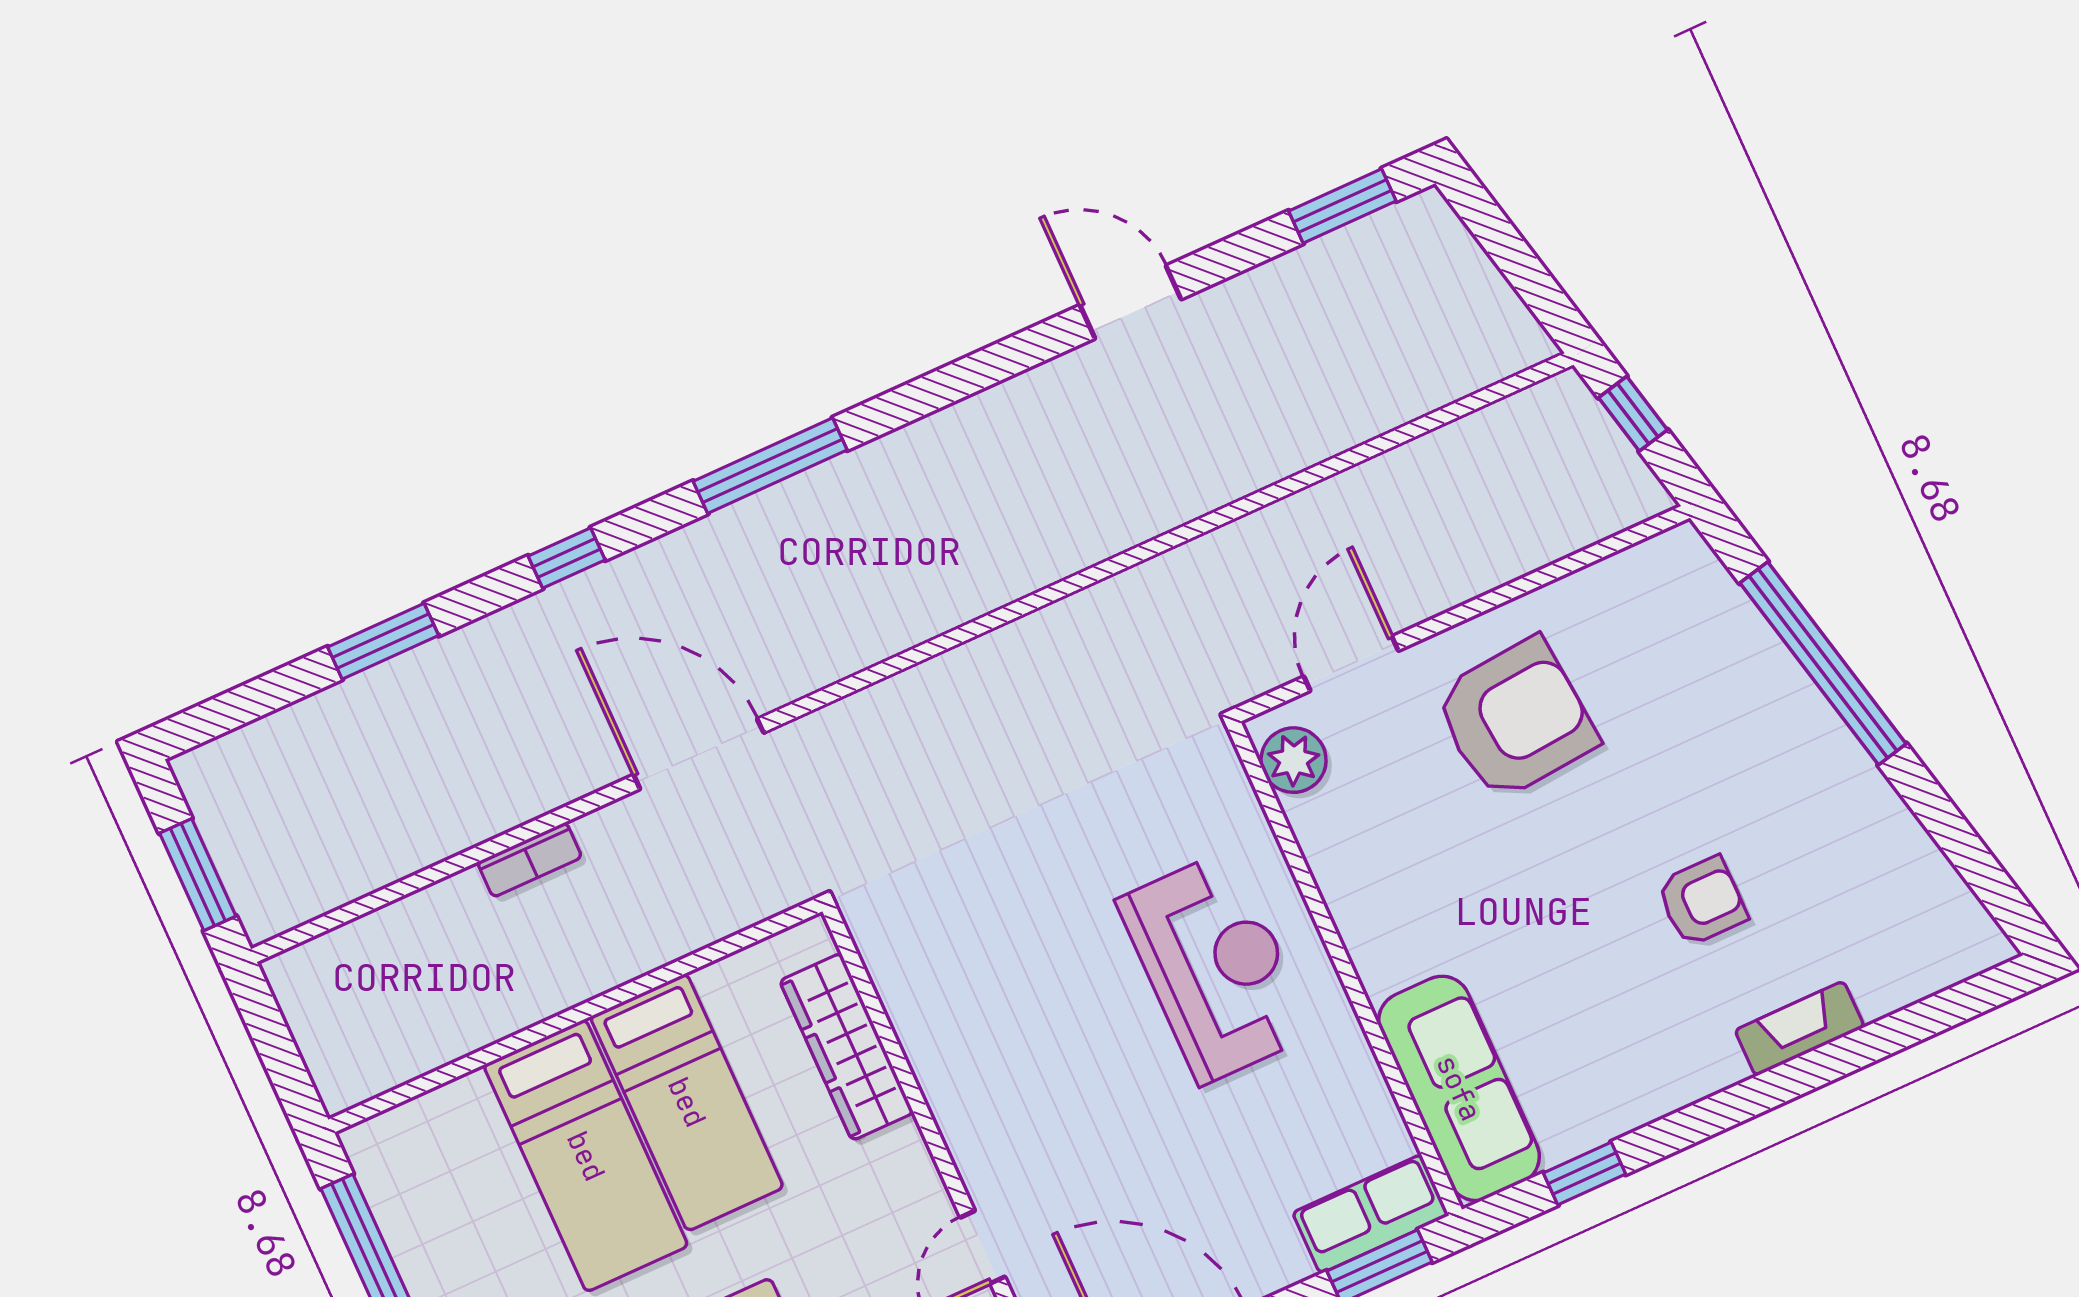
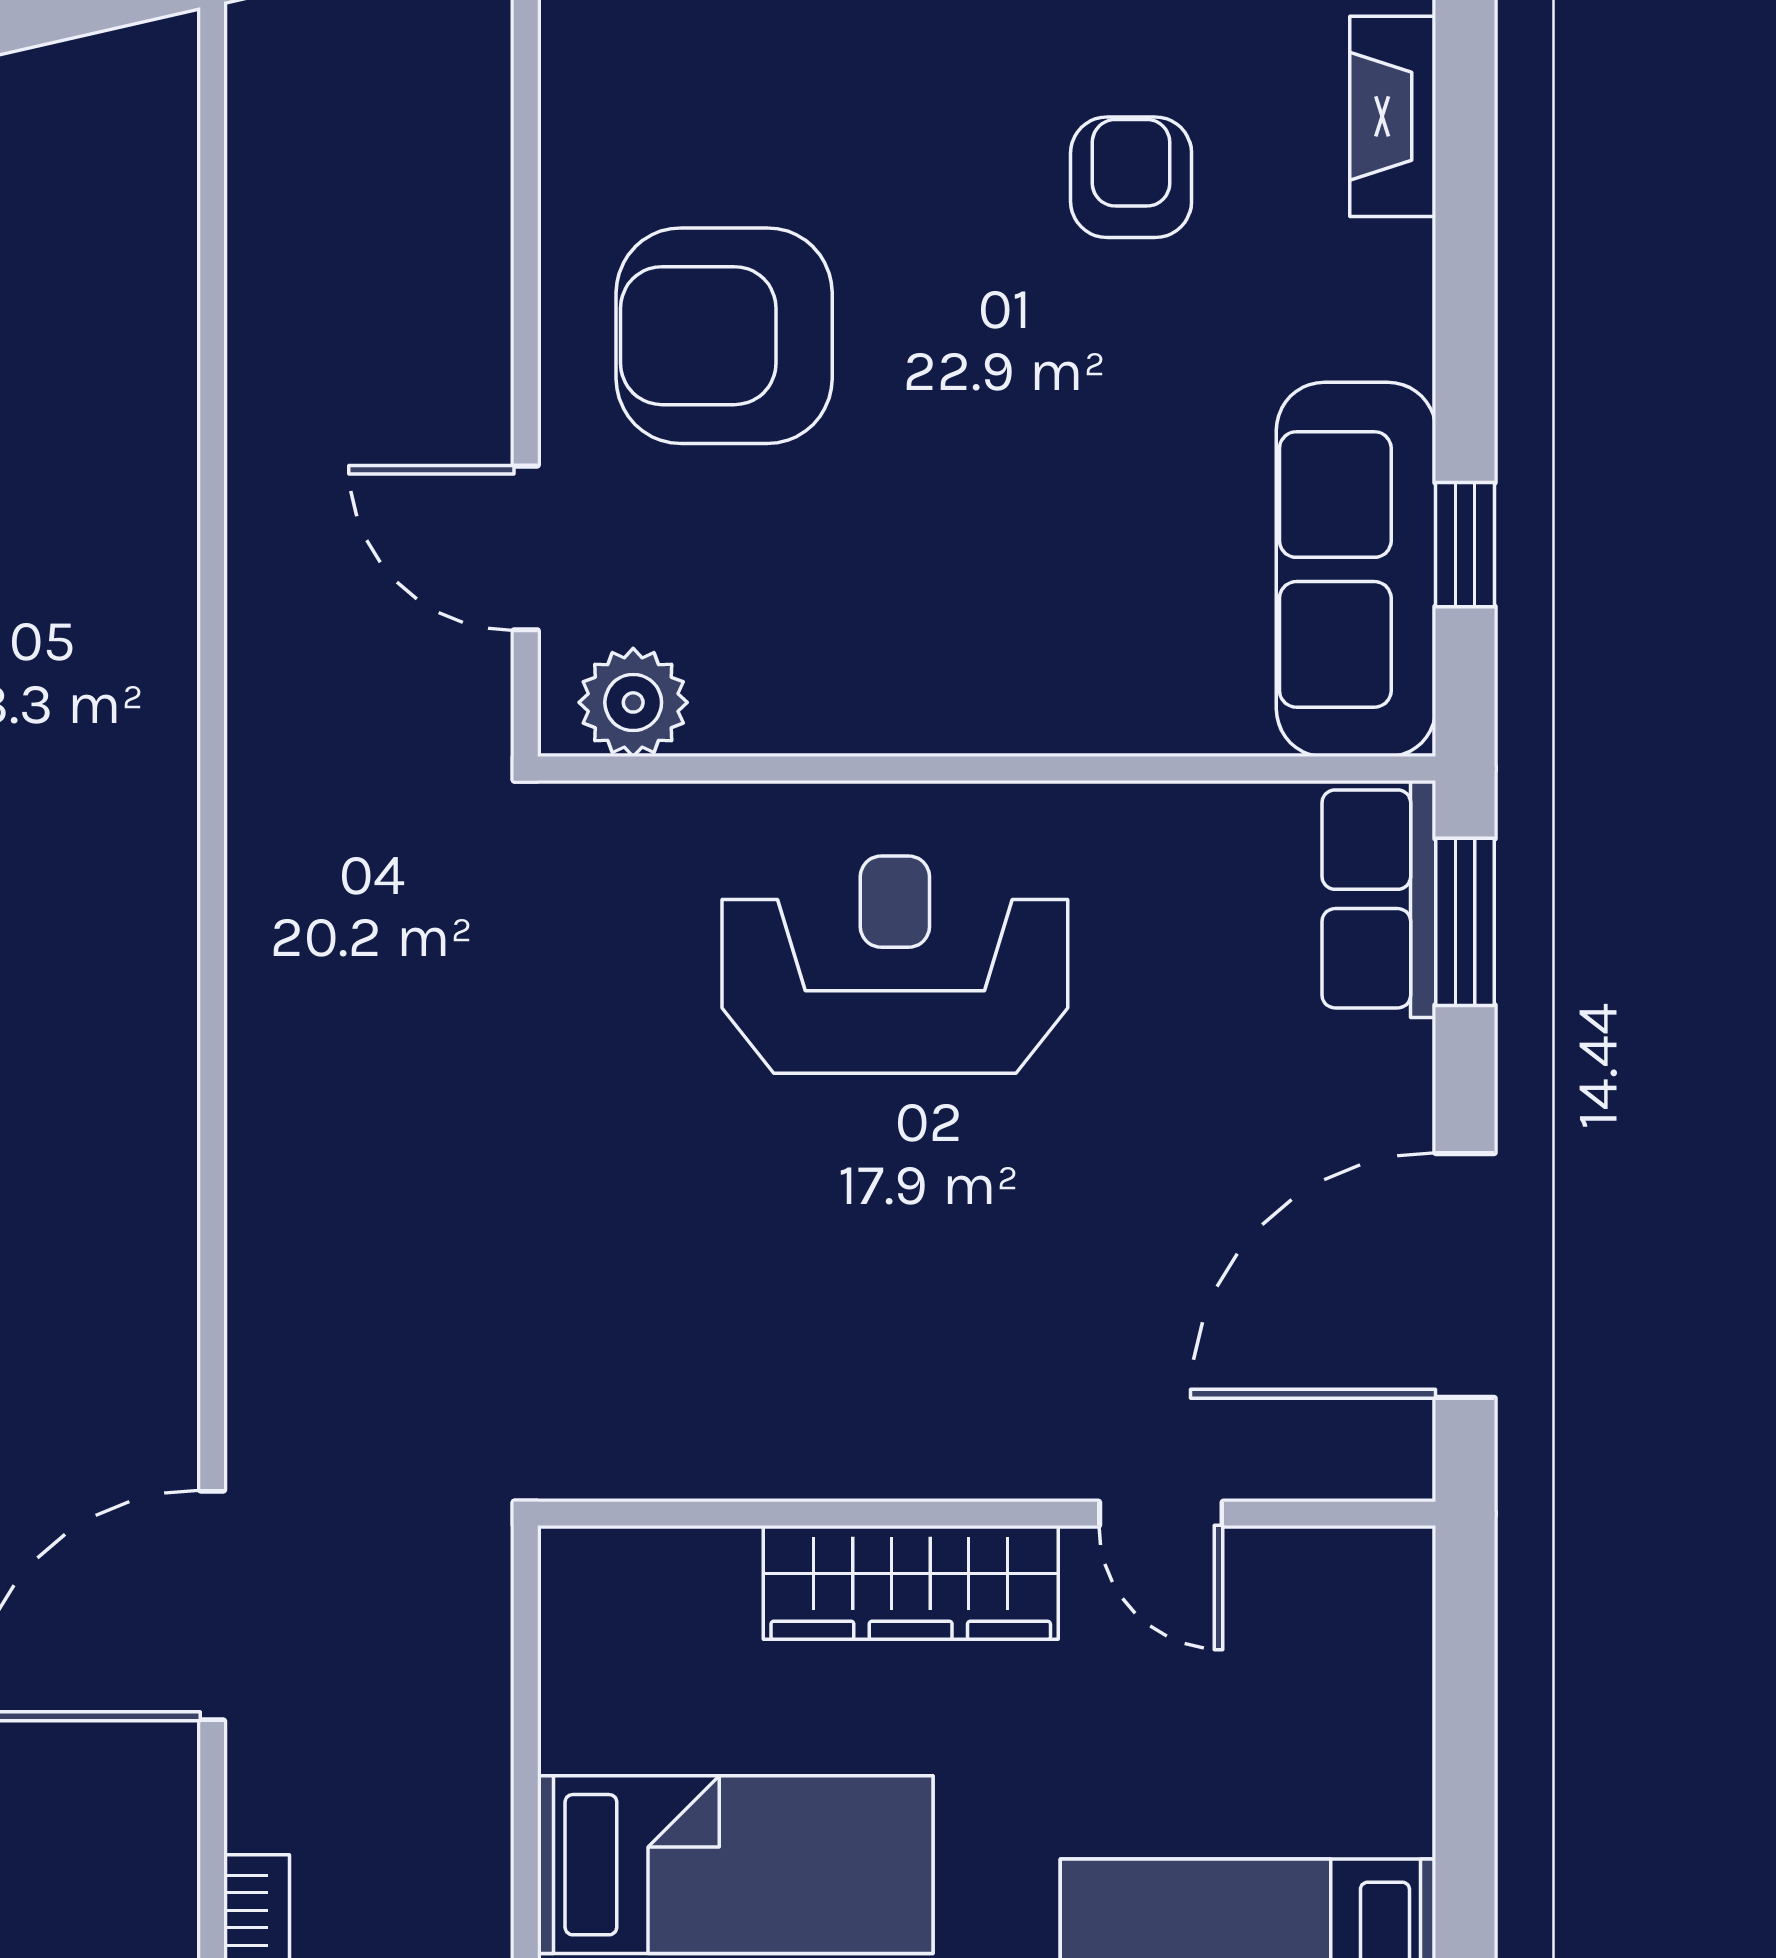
armchair: (1515, 719) -> (724, 336), turned -85
wardrobe: (847, 1047) -> (911, 1582), moved
sofa: (1459, 1088) -> (1356, 569), moved, turned -90

